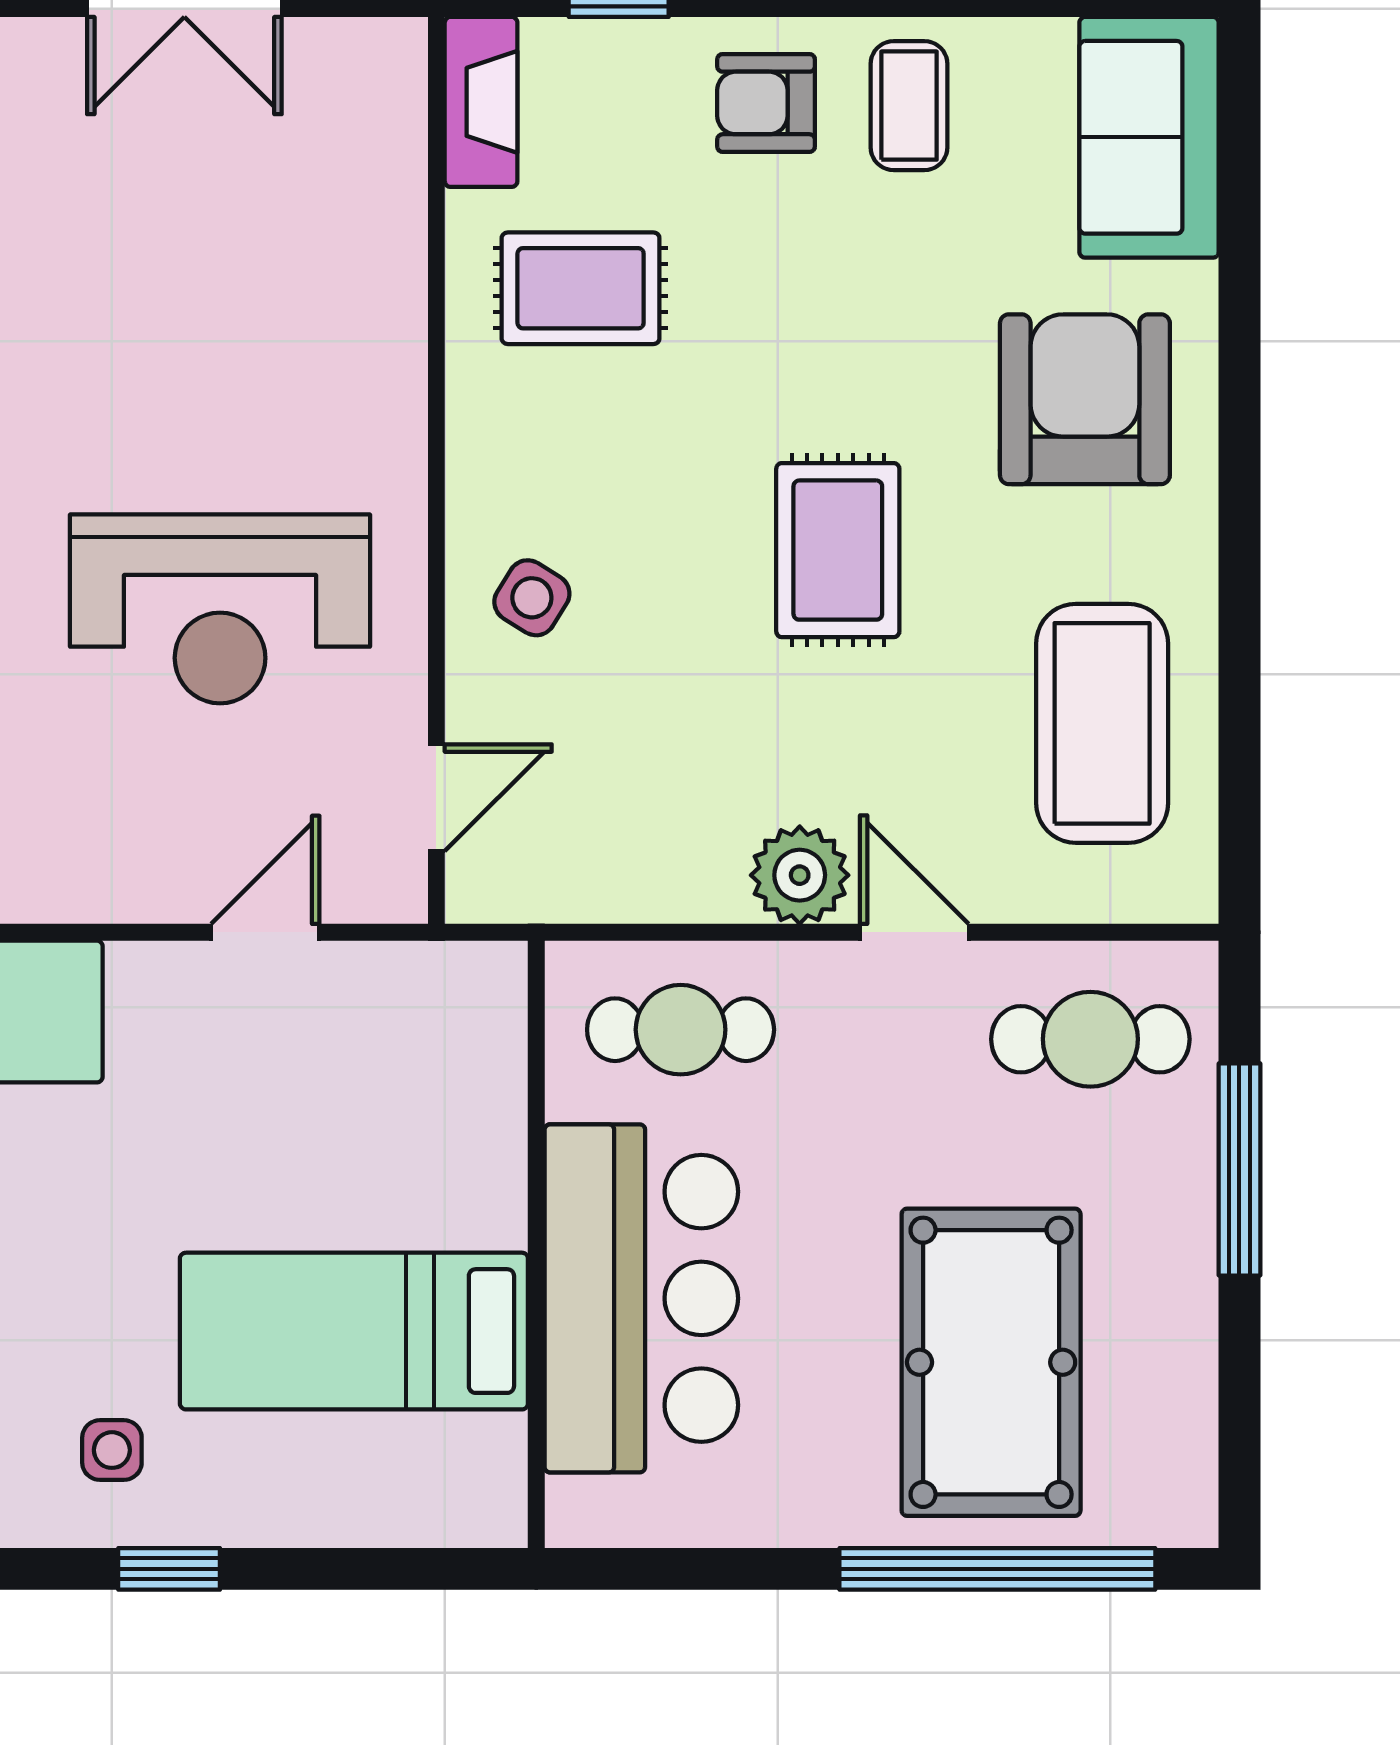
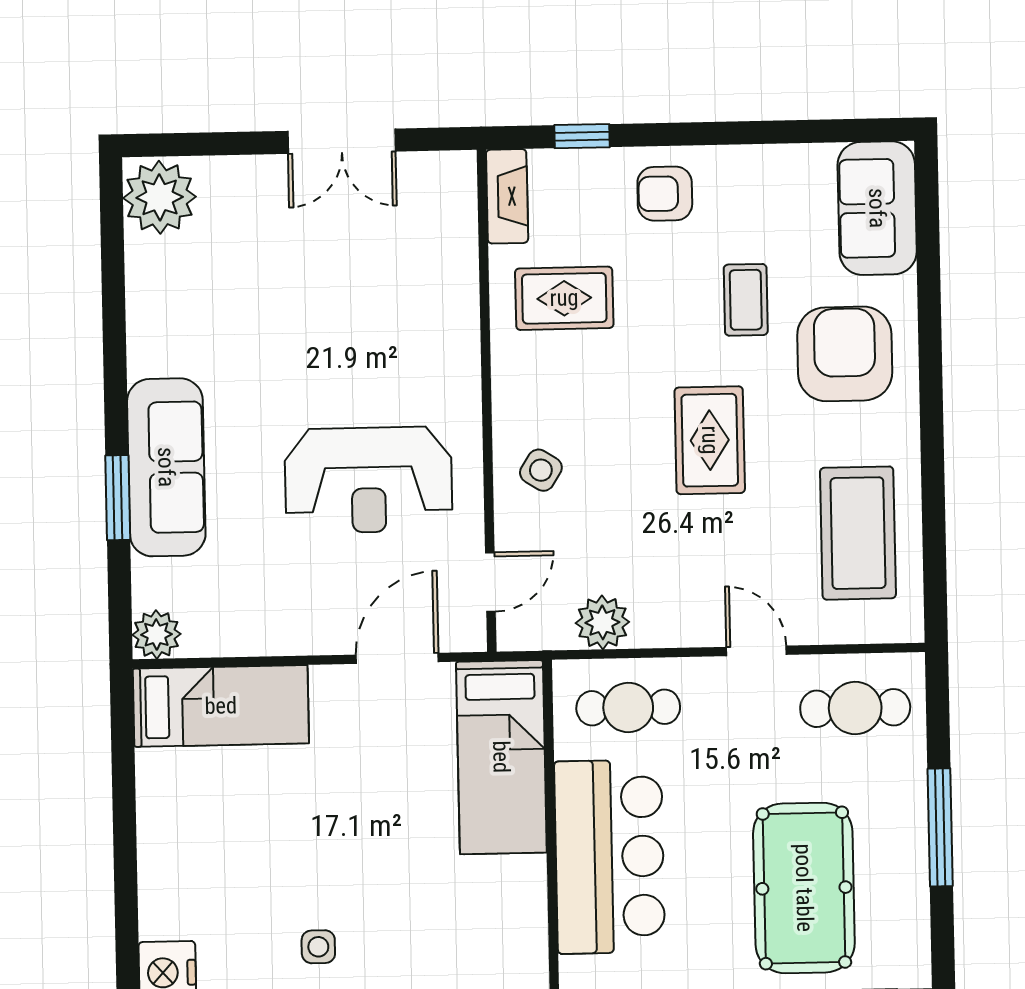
coffee table: (909, 106) -> (746, 300), moved
plant: (800, 875) -> (602, 622), moved
door: (265, 932) -> (397, 658), width x1.38
window: (1239, 1169) -> (940, 827), moved
bed: (354, 1331) -> (501, 757), moved, turned -90

